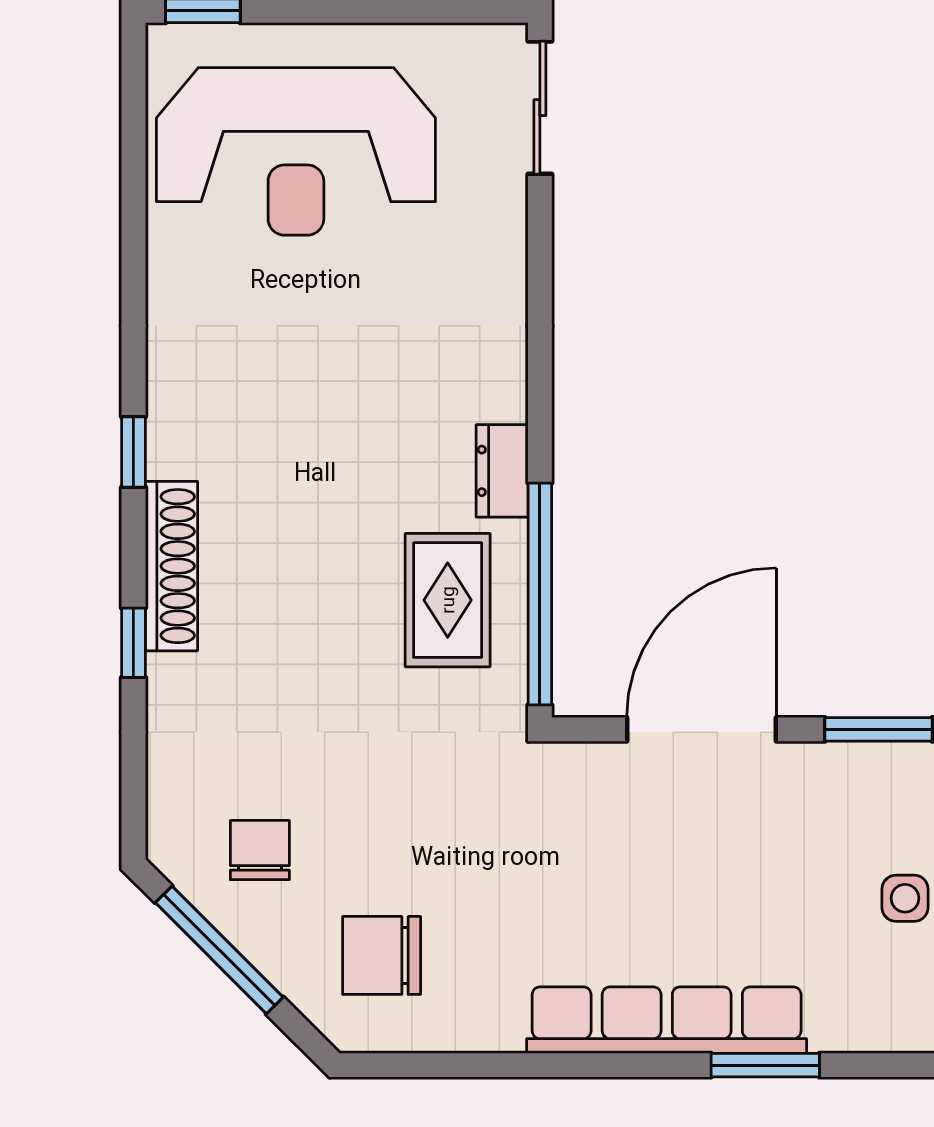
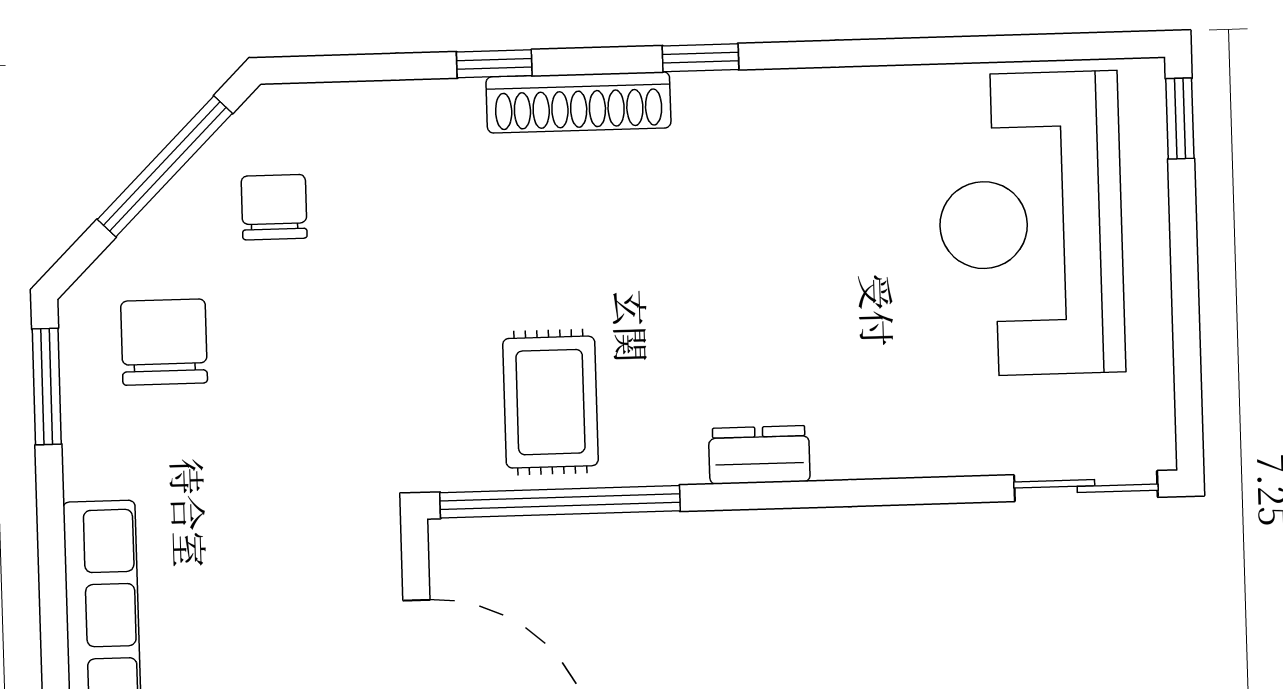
dresser: (502, 471) -> (759, 455), moved
rug: (448, 600) -> (550, 402), turned 90
chair: (260, 850) -> (274, 207), turned -90
window: (419, 1065) -> (47, 387), added

